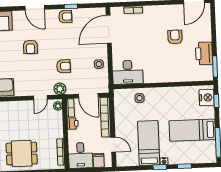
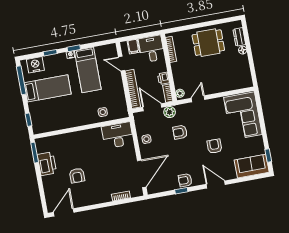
plant: (60, 89) -> (170, 112), moved
nightstand: (207, 98) -> (35, 65), moved, turned 90

